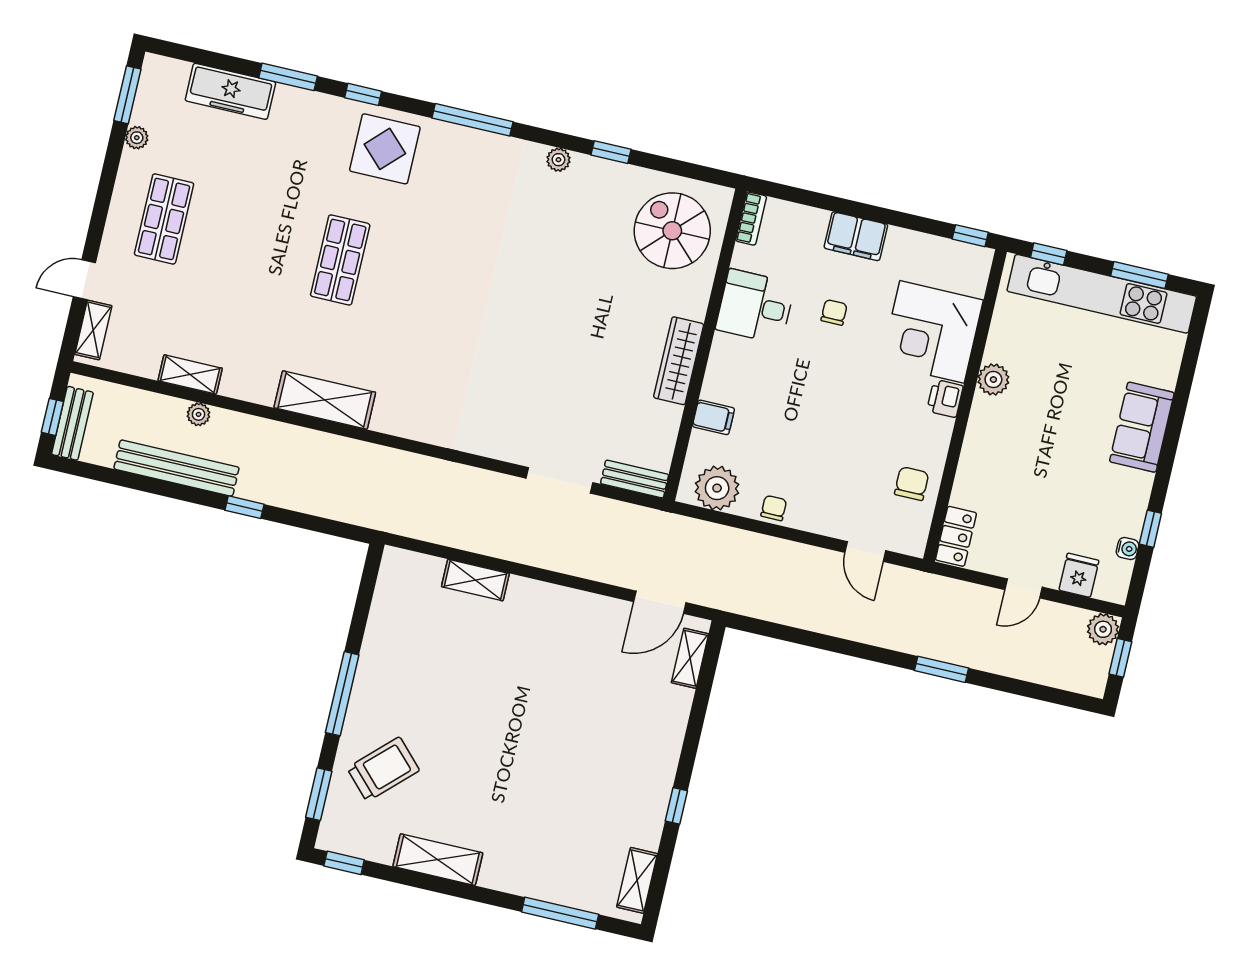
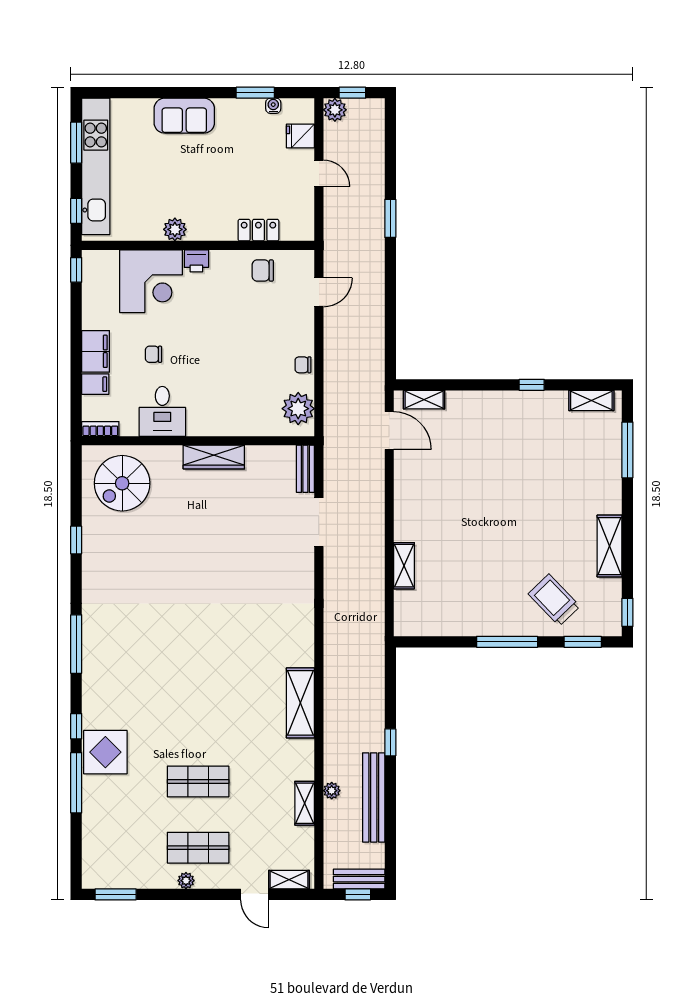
window: (288, 77) -> (76, 783), width x1.44
freezer: (230, 91) -> (96, 821), removed
plant: (137, 138) -> (186, 881), moved
display table: (385, 149) -> (105, 752), moved
plant: (558, 160) -> (90, 576), removed
shop shelf: (340, 260) -> (198, 781), moved
filing cabinet: (713, 417) -> (95, 384), moved, turned 90
window: (1150, 529) -> (255, 93), width x1.50
locker: (956, 536) -> (258, 230), moved

